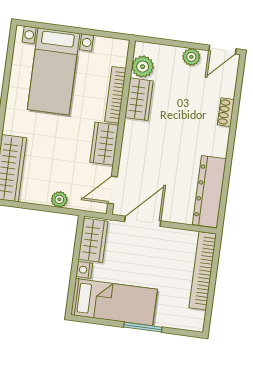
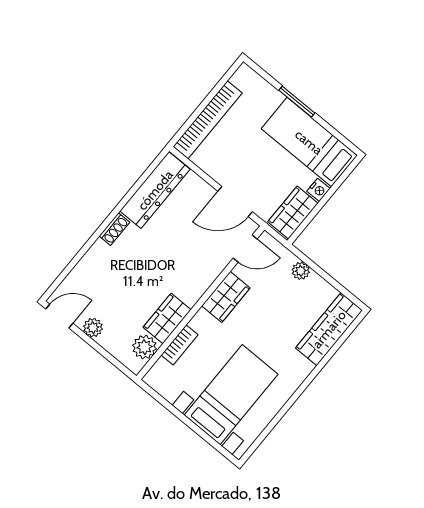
bookcase: (115, 95) -> (180, 345), width x0.64
shoe rack: (226, 112) -> (114, 229), moved

